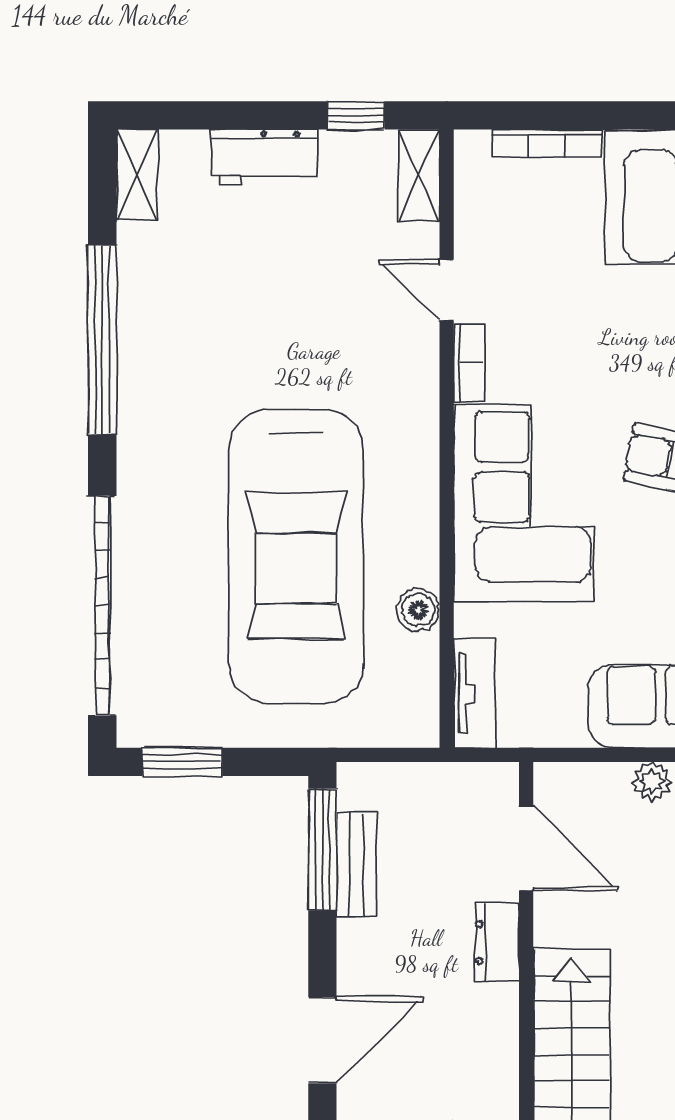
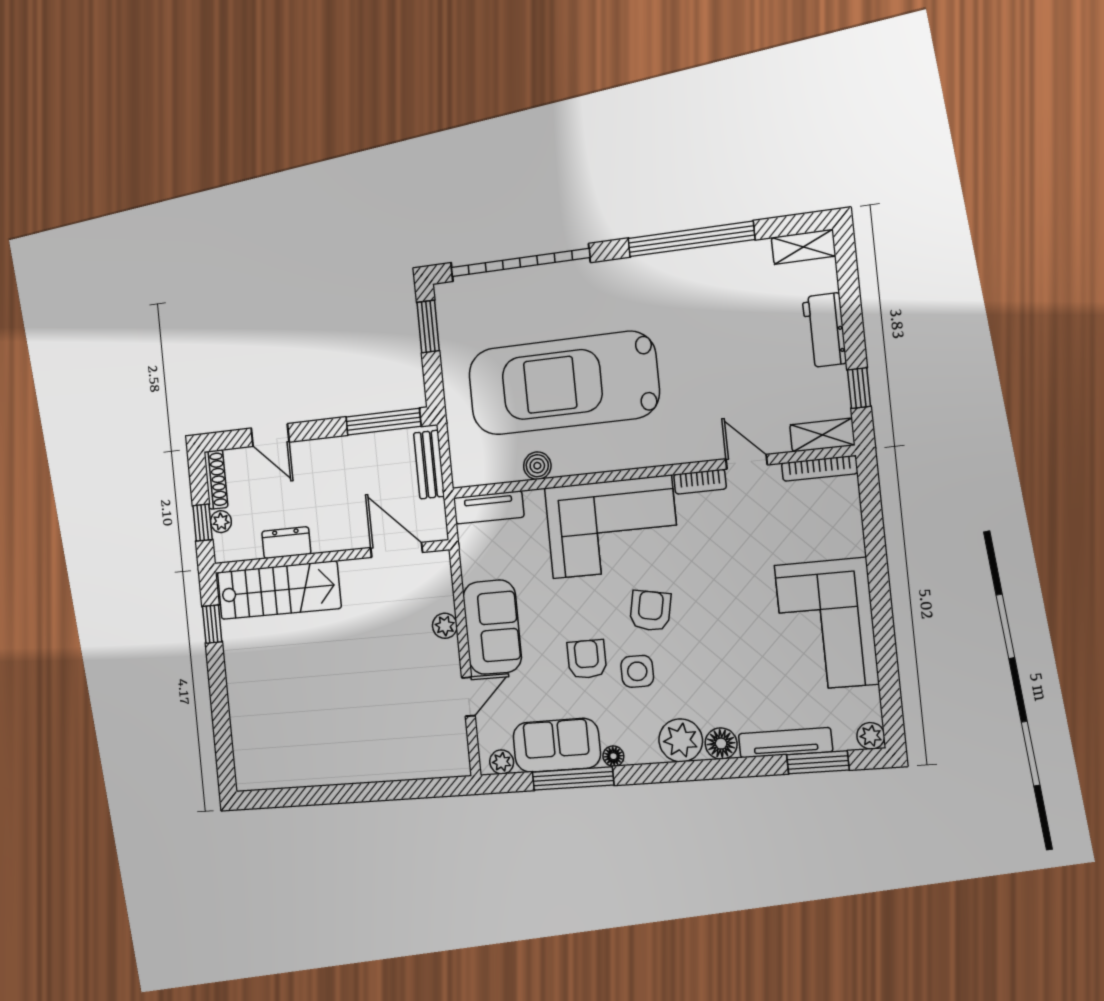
bookcase: (547, 143) -> (820, 468), moved, turned -90
door: (447, 290) -> (747, 462), hinge flipped
door: (526, 848) -> (397, 550), swing flipped
bench: (356, 865) -> (429, 465), moved, turned 90
dresser: (497, 943) -> (286, 543), moved
door: (322, 1040) -> (270, 435), width x0.73

